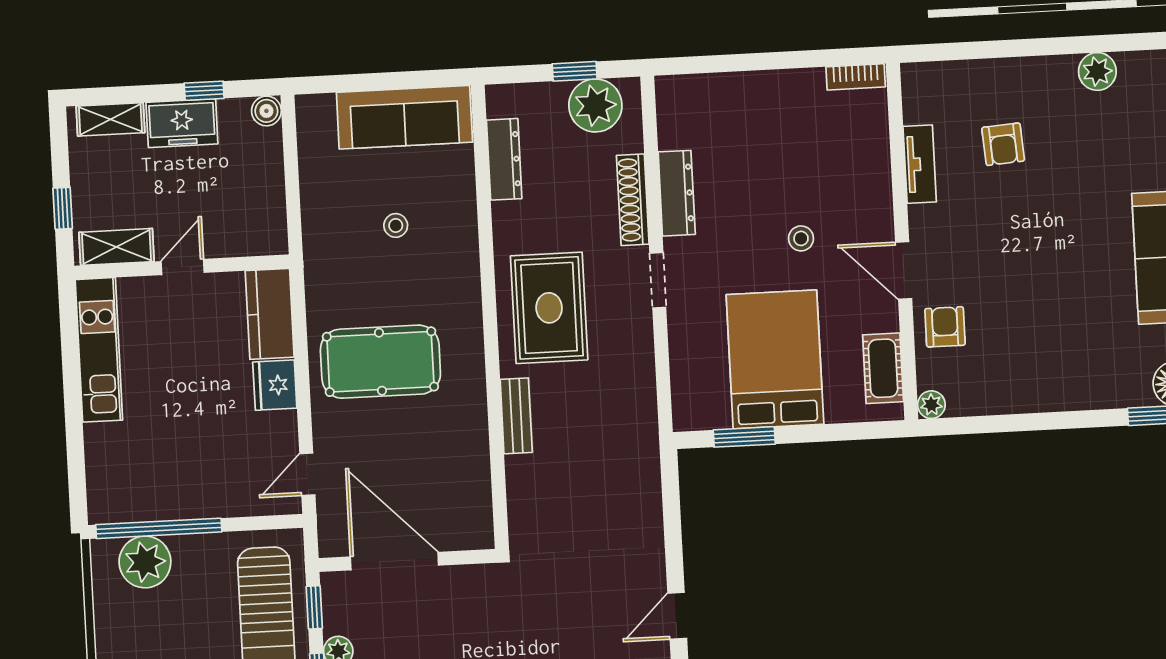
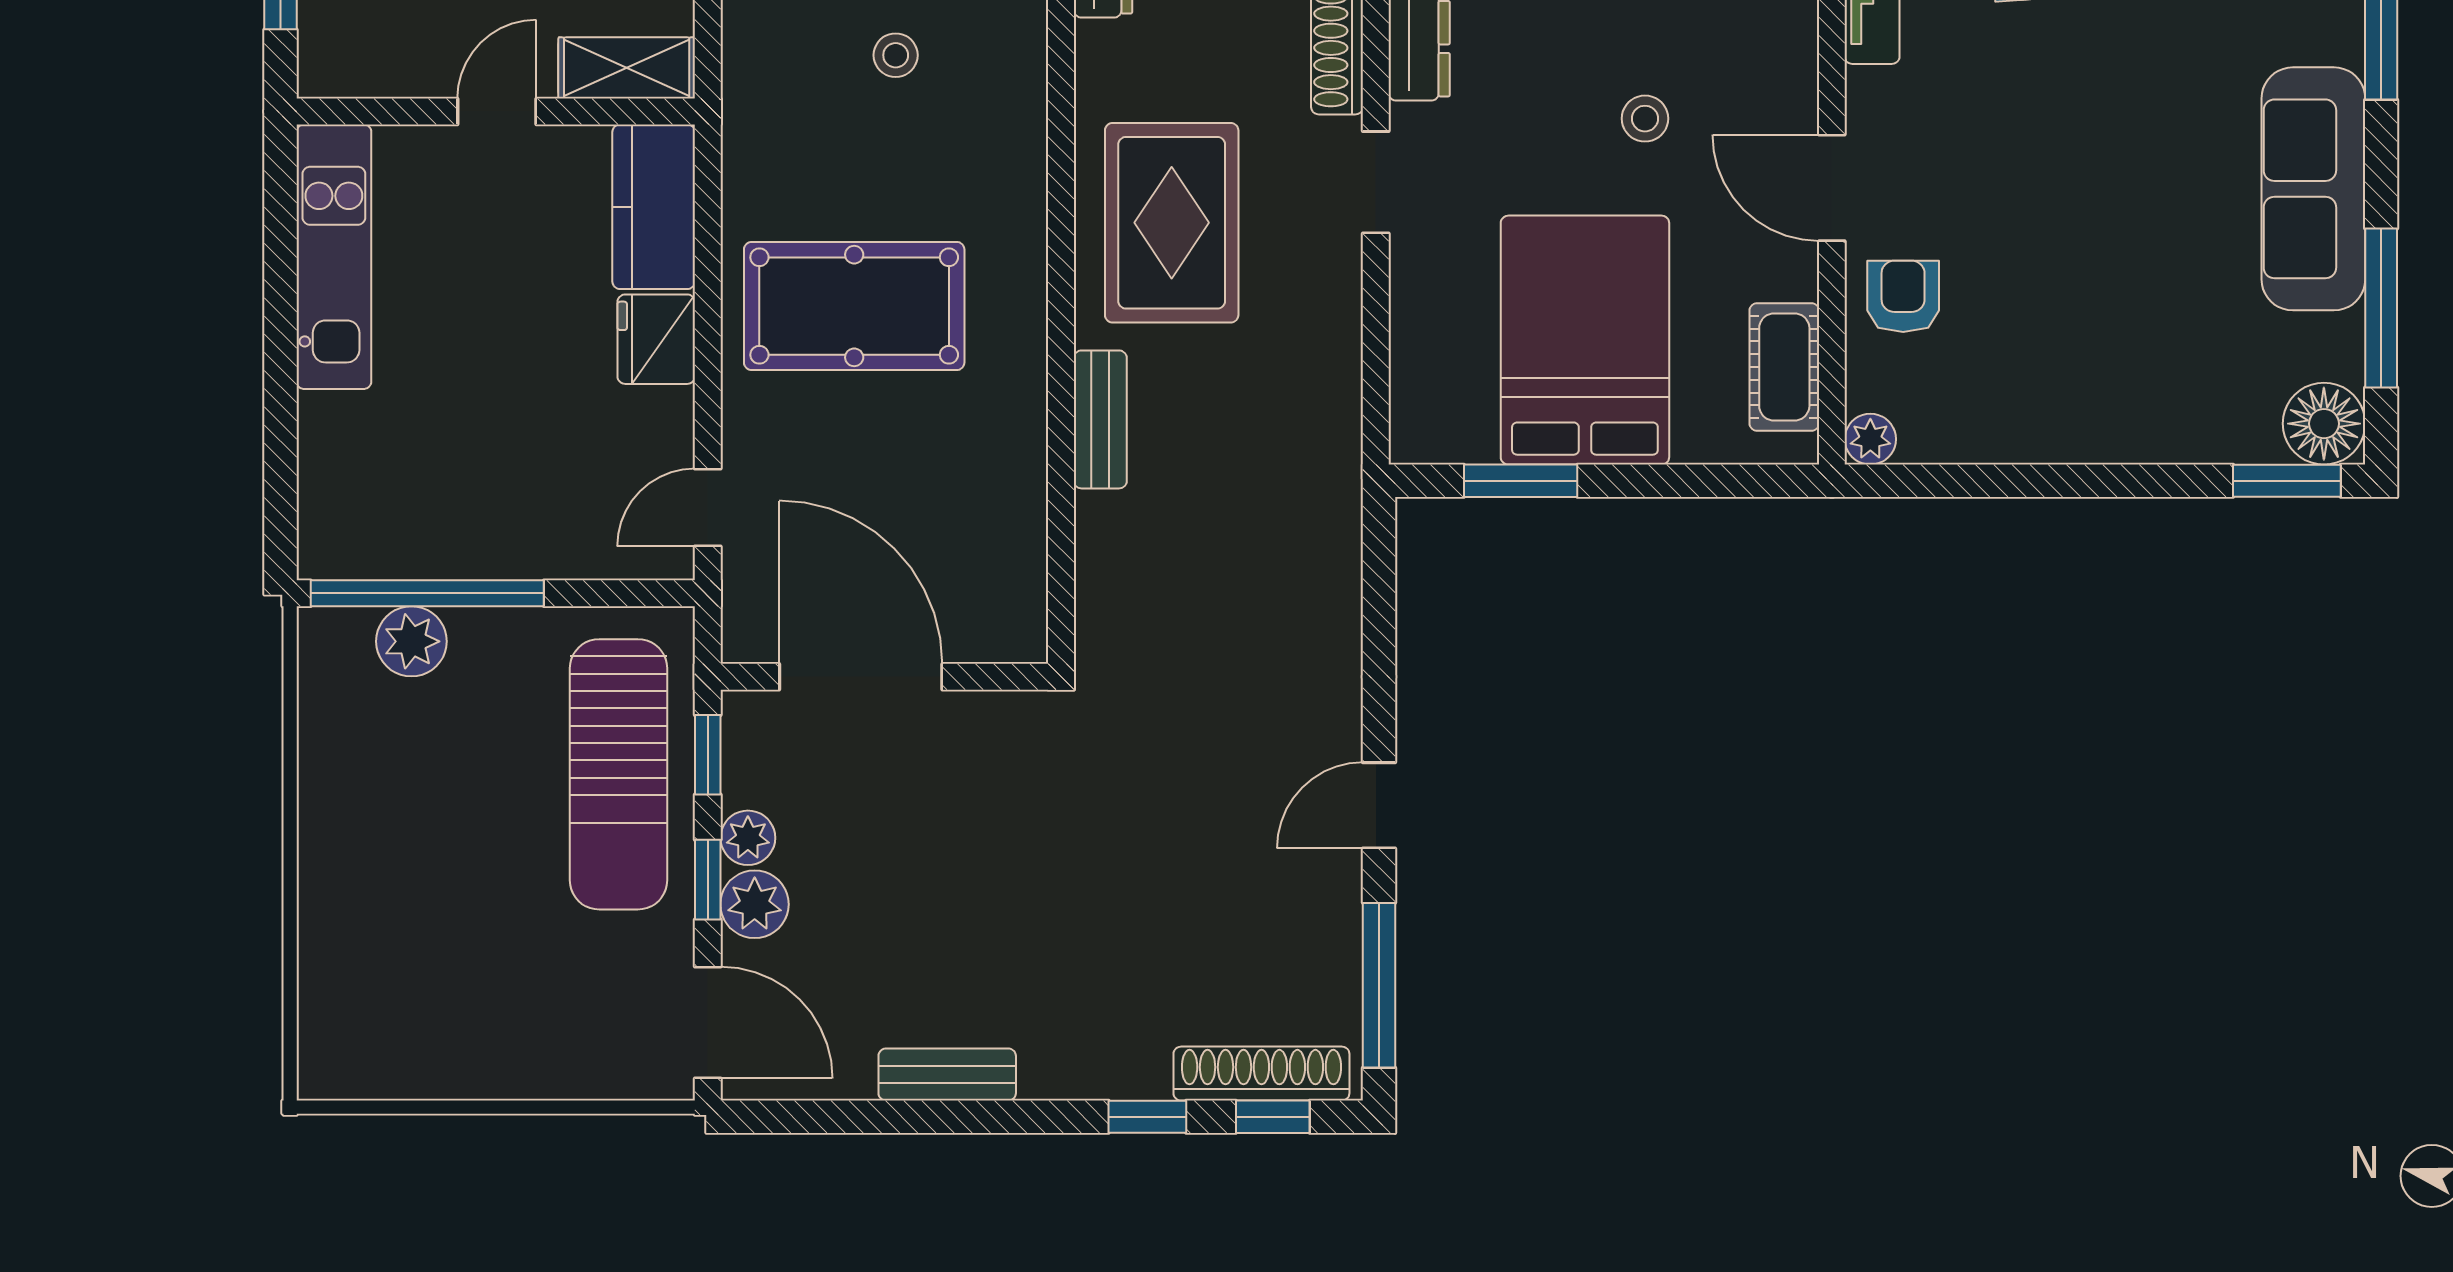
shelving: (117, 247) -> (627, 68), moved
plant: (145, 562) -> (411, 641), width x0.73, depth x0.73

